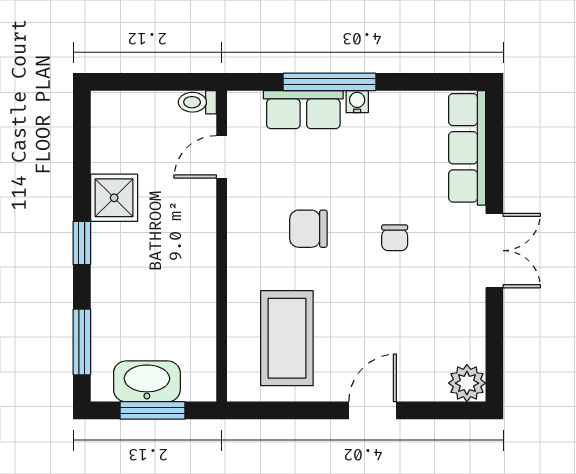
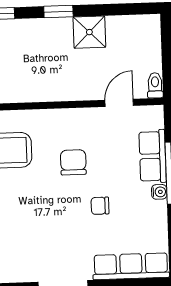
door: (222, 157) -> (119, 103), hinge flipped
chair: (395, 238) -> (100, 206), moved

